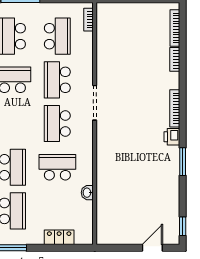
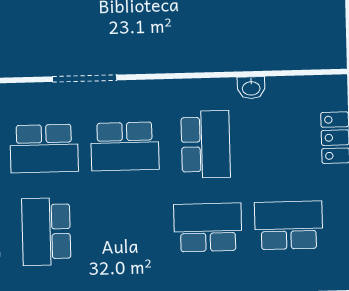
school desk: (57, 167) -> (206, 144), turned 180

